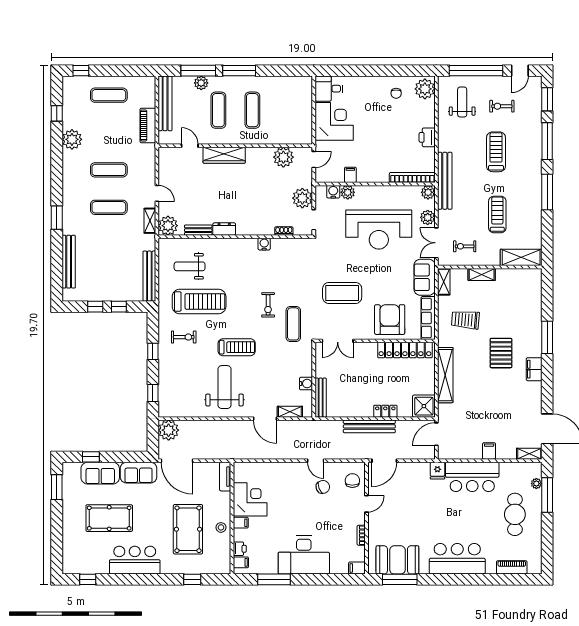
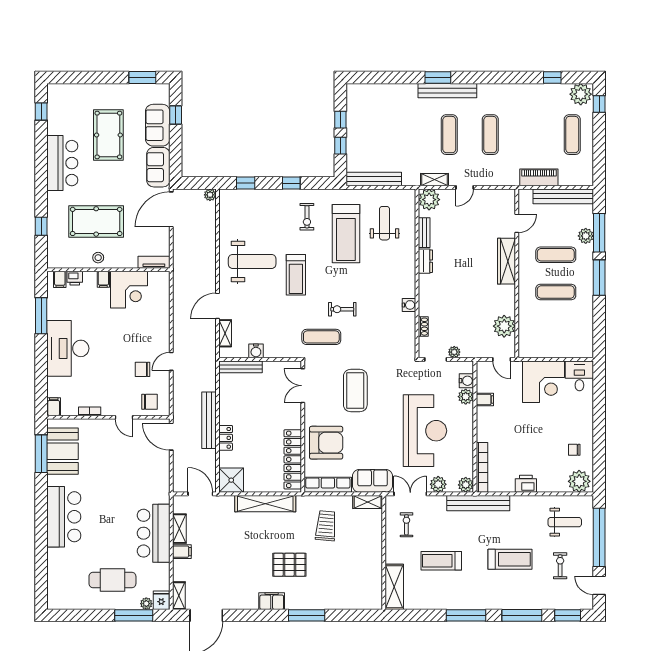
plant: (72, 139) -> (581, 94), moved
plant: (302, 198) -> (454, 352), width x0.53, depth x0.53
treadmill: (497, 215) -> (441, 561), turned 180
reception desk: (379, 230) -> (425, 431), turned 180
bench: (69, 262) -> (447, 91), moved
shelving: (482, 274) -> (179, 529), moved
plant: (169, 430) -> (210, 195), width x0.53, depth x0.53
fridge: (437, 471) -> (161, 600), moved, turned 90
chair: (323, 487) -> (143, 369), turned 111
piano: (512, 567) -> (54, 577), removed

